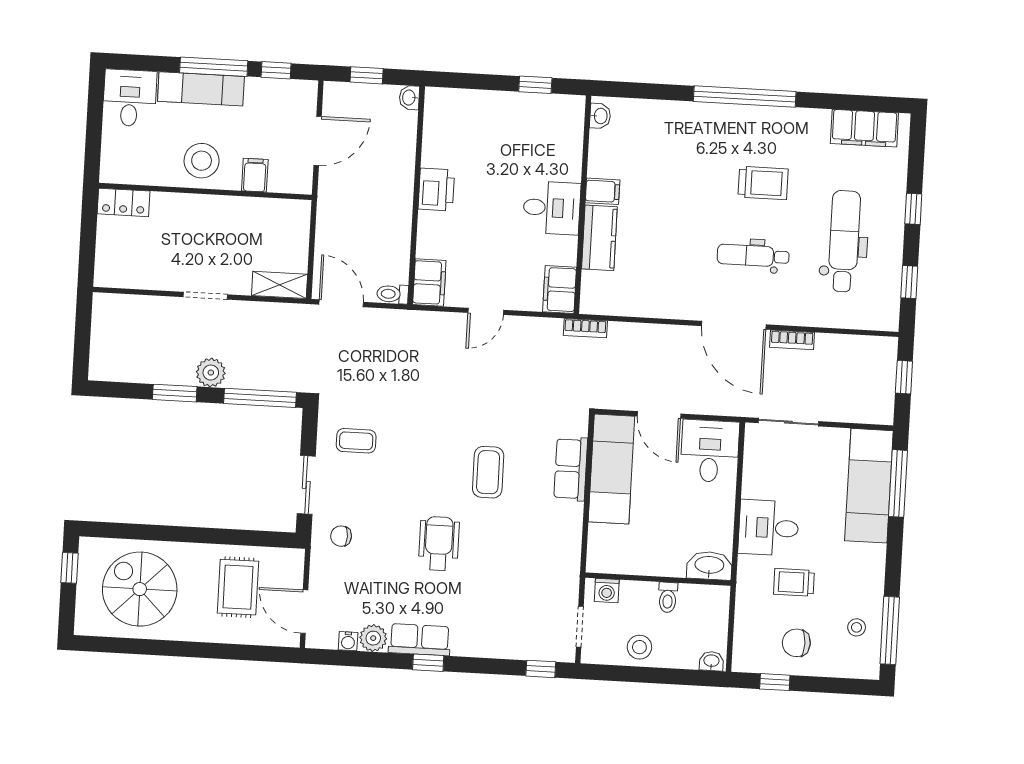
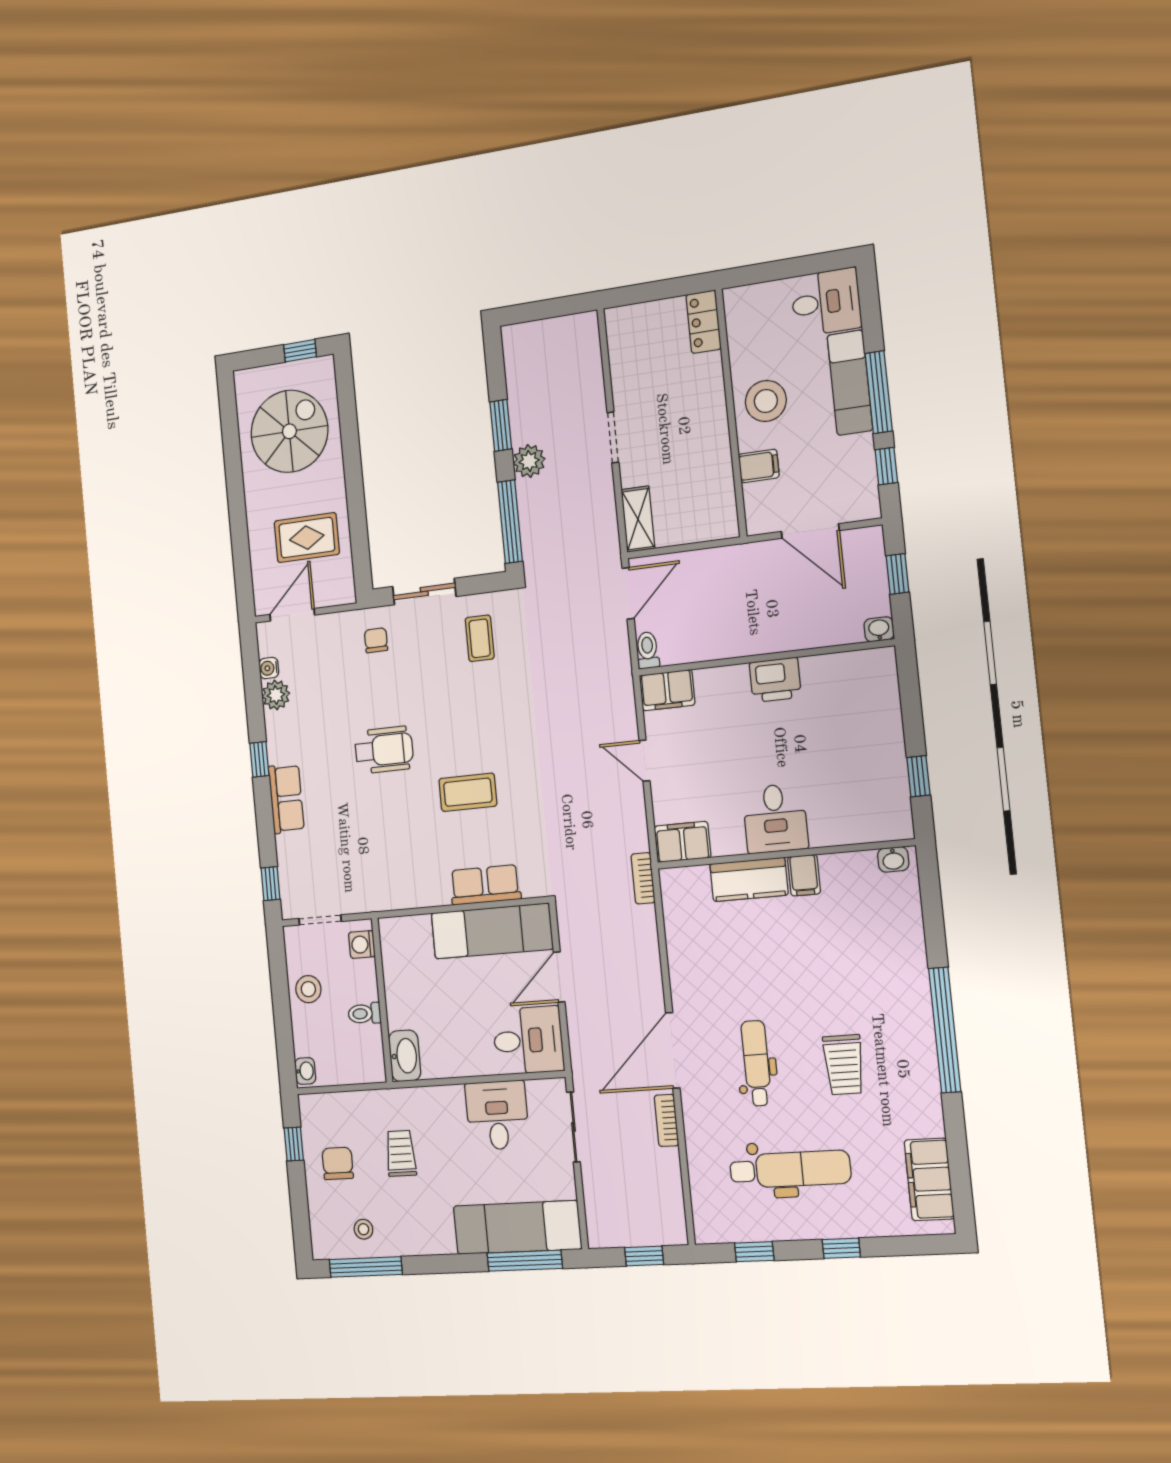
desk: (769, 528) -> (497, 1115), moved
row of seats: (420, 640) -> (286, 799), moved

